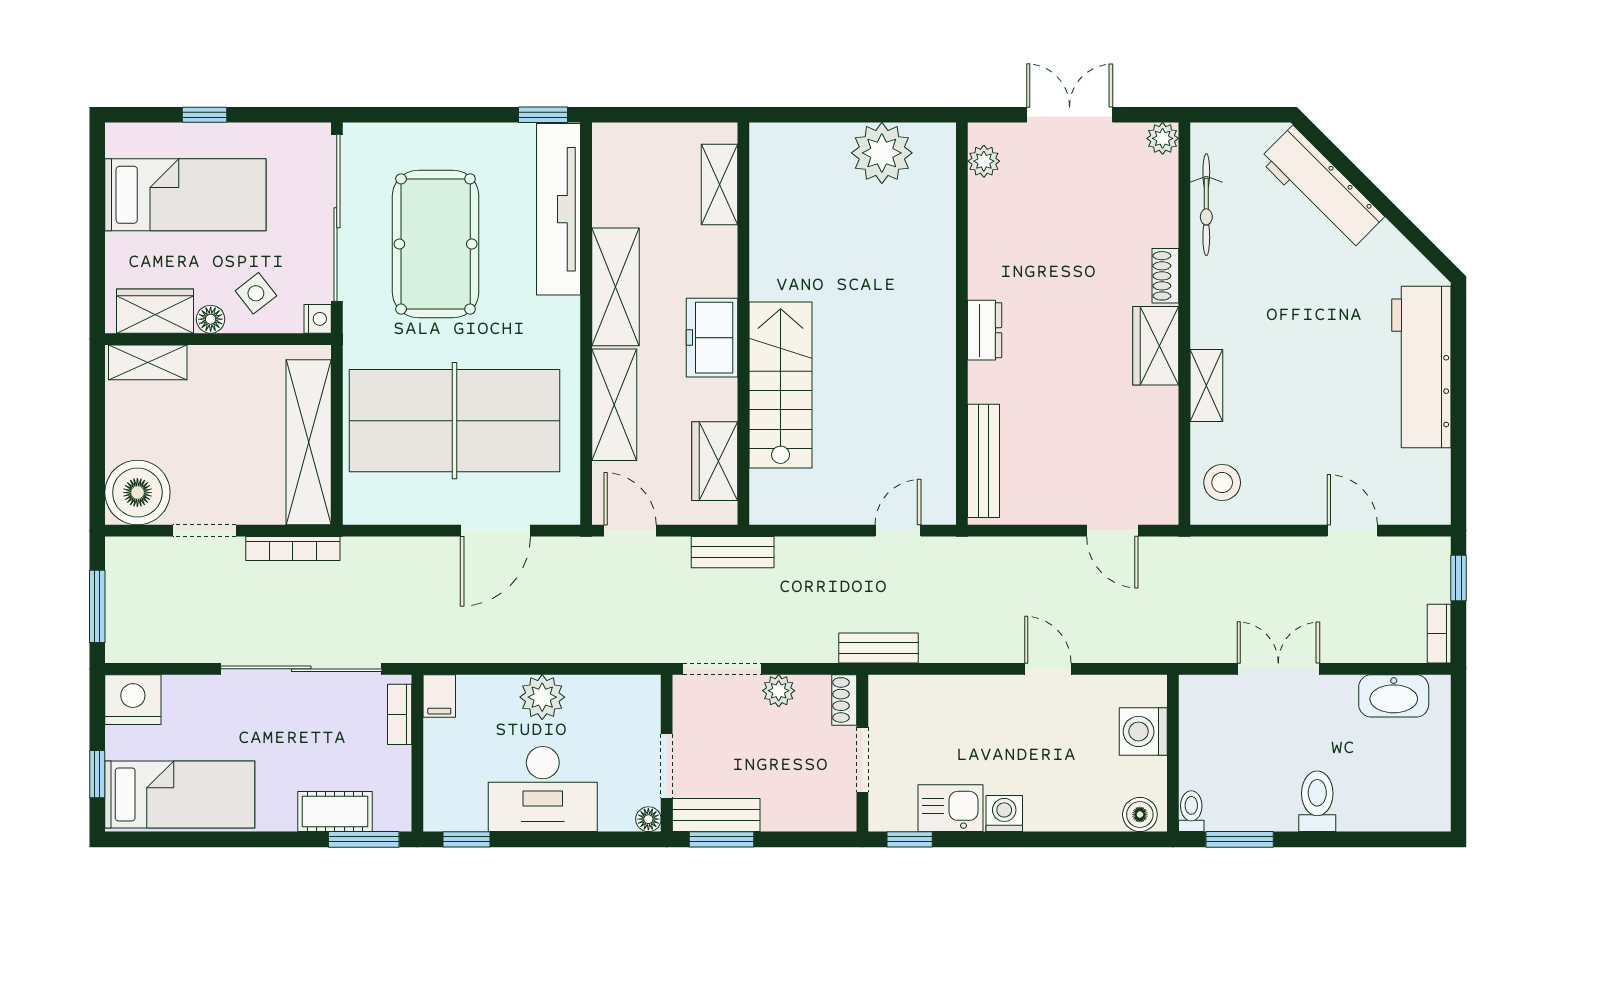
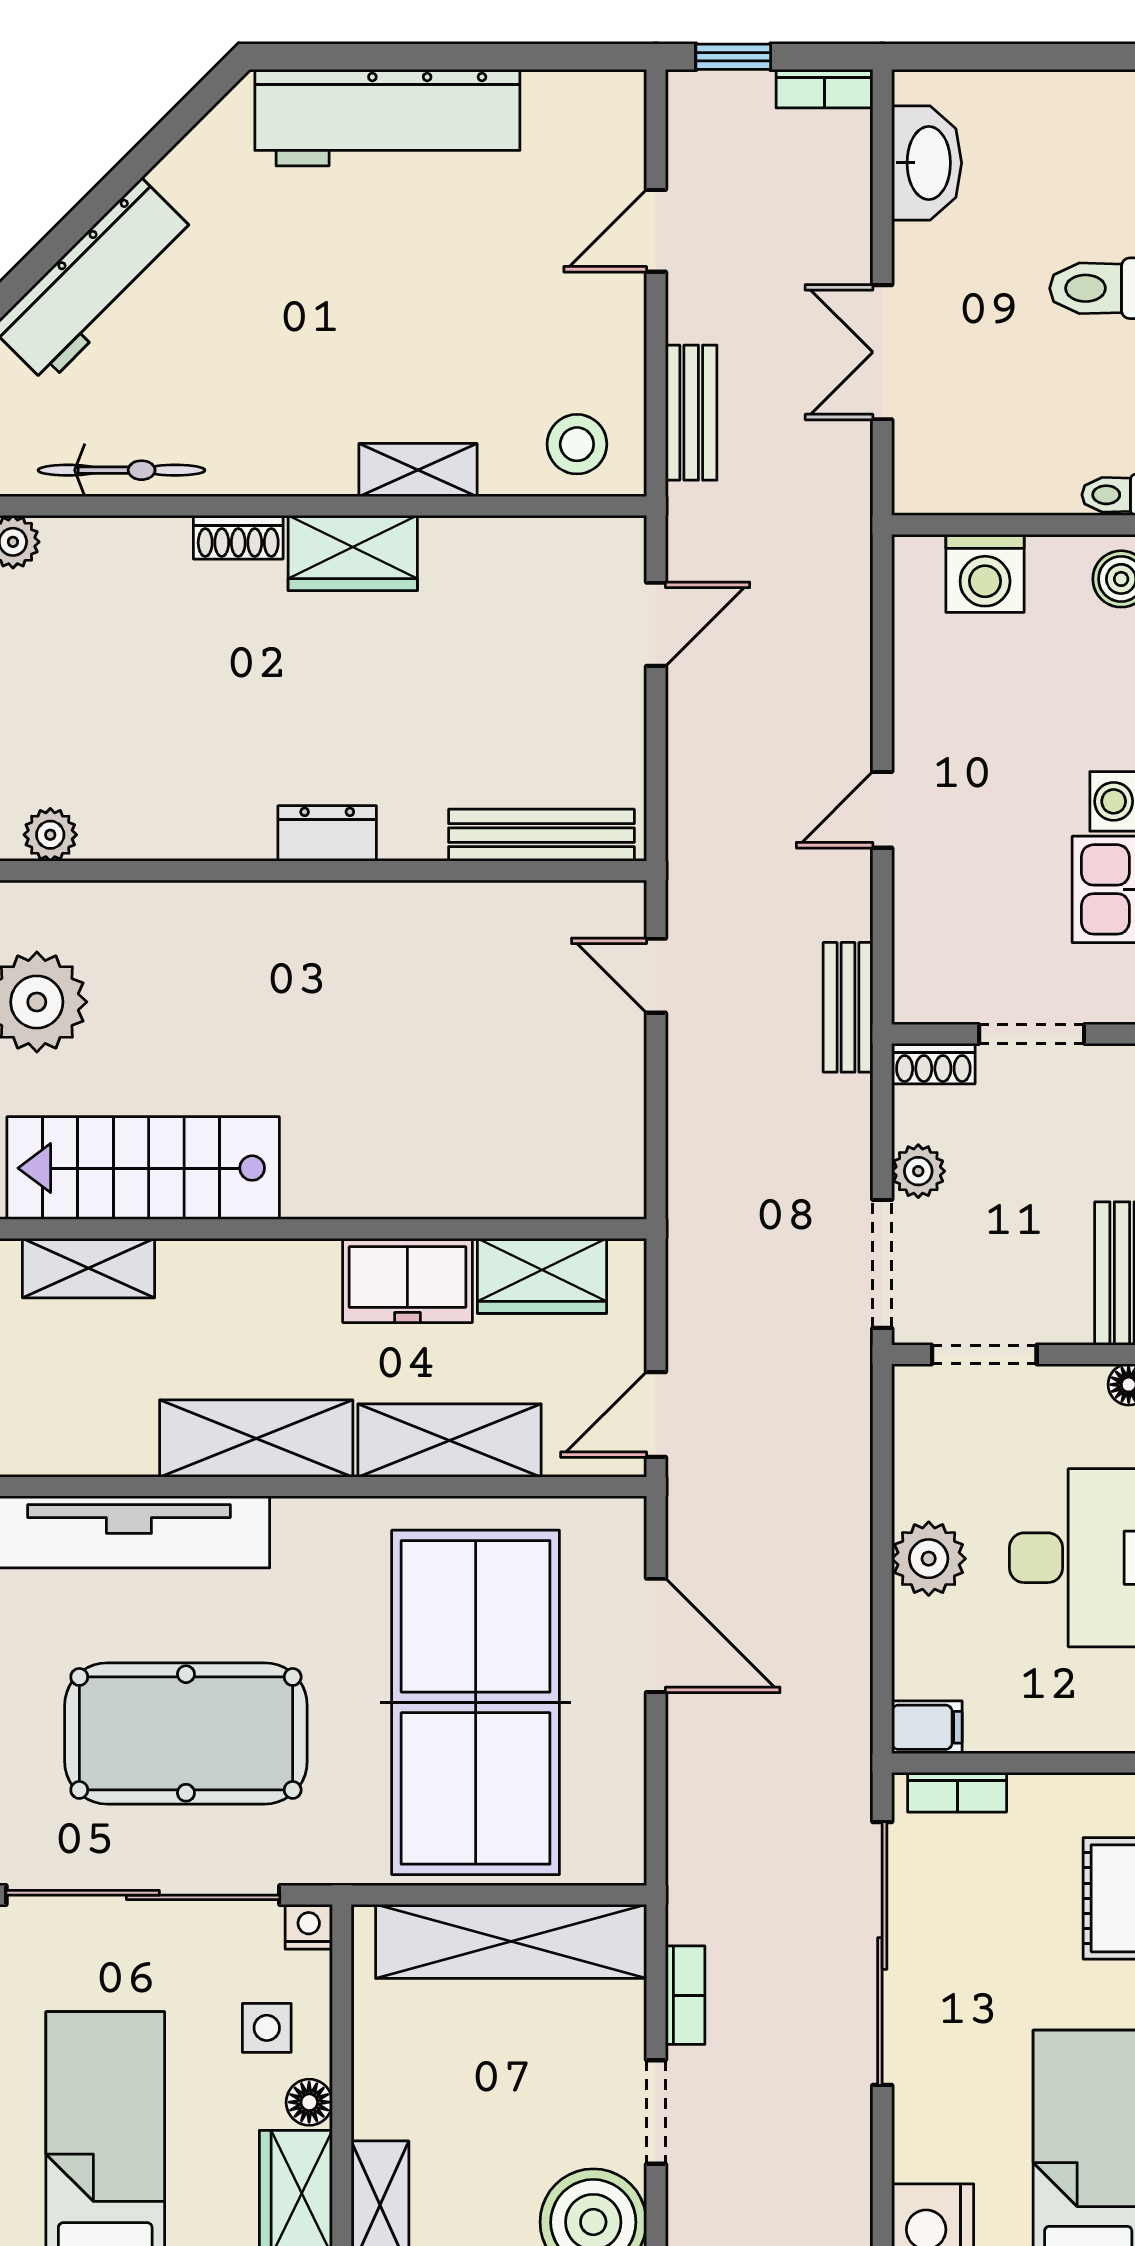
side table: (256, 293) -> (267, 2028), turned 38
freezer: (712, 338) -> (407, 1280), moved
stairs: (781, 385) -> (143, 1168), moved
bookcase: (293, 549) -> (685, 1995), width x0.64
bench: (733, 552) -> (691, 413), moved
door: (1048, 669) -> (882, 810), moved
doorway: (667, 766) -> (984, 1355), moved

